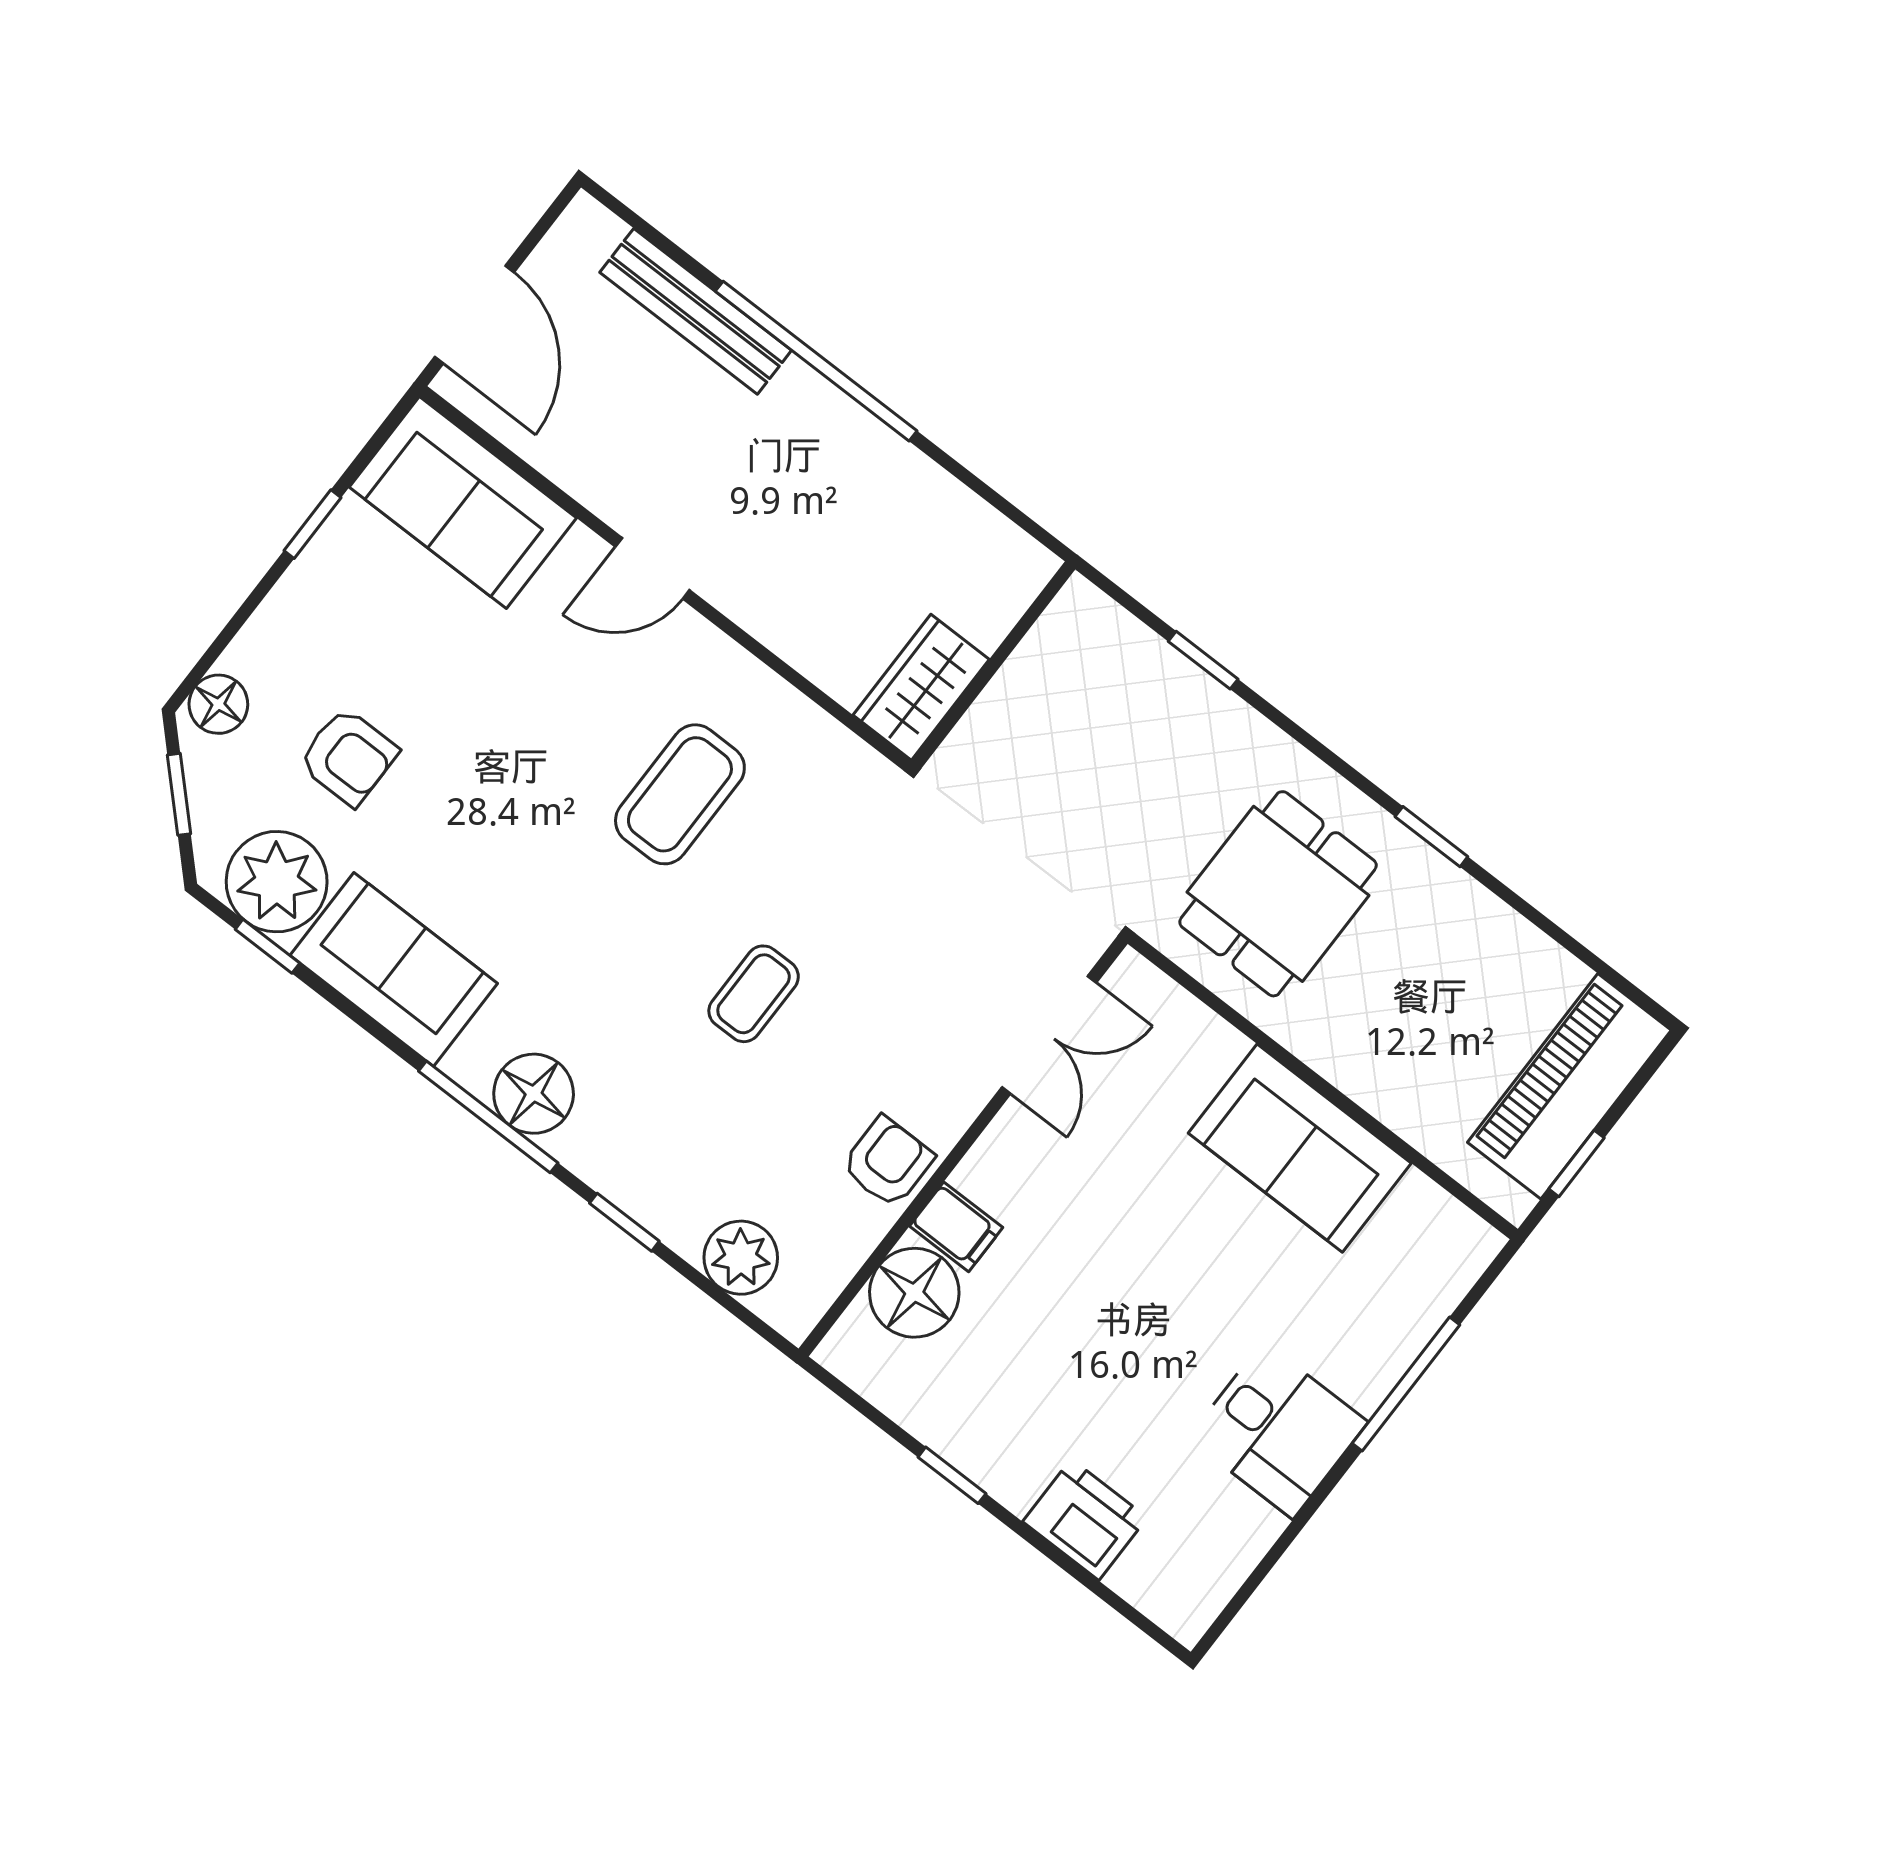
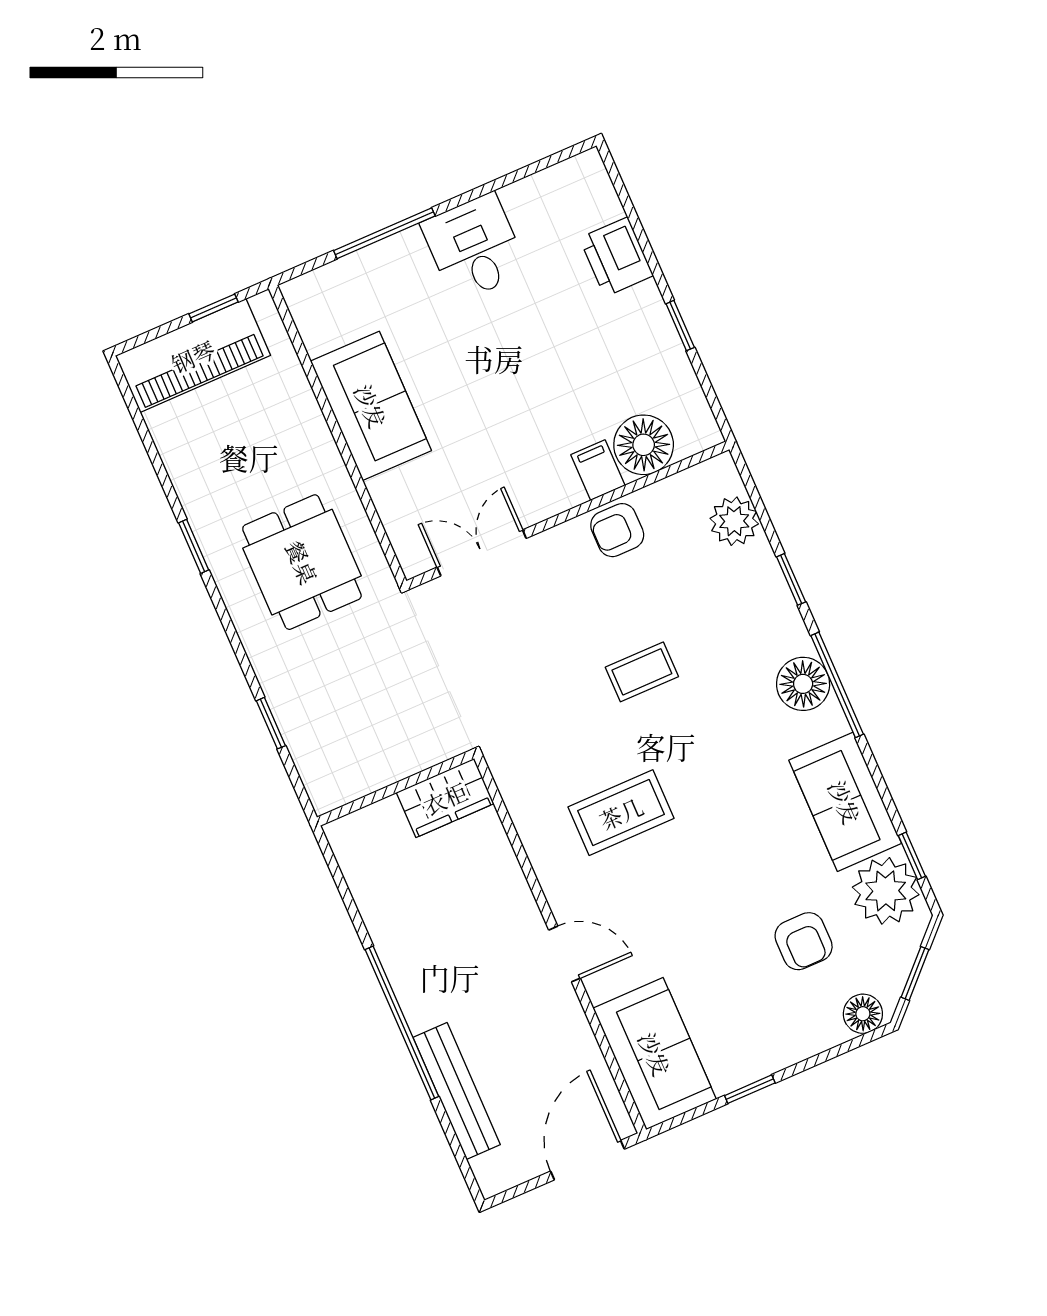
armchair: (348, 757) -> (804, 941), turned 180
dining table: (1278, 894) -> (302, 562), turned 90

